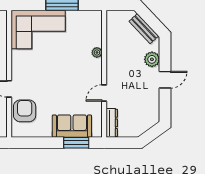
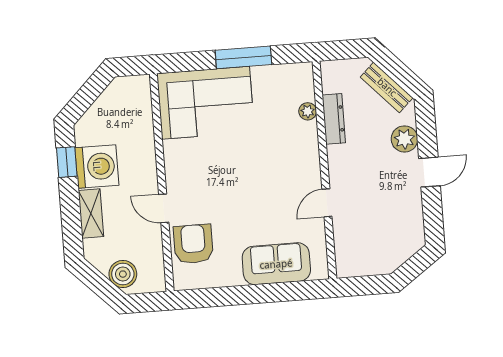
plant: (97, 52) -> (308, 111), moved
dresser: (112, 123) -> (334, 119), moved
window: (76, 143) -> (286, 292), removed

